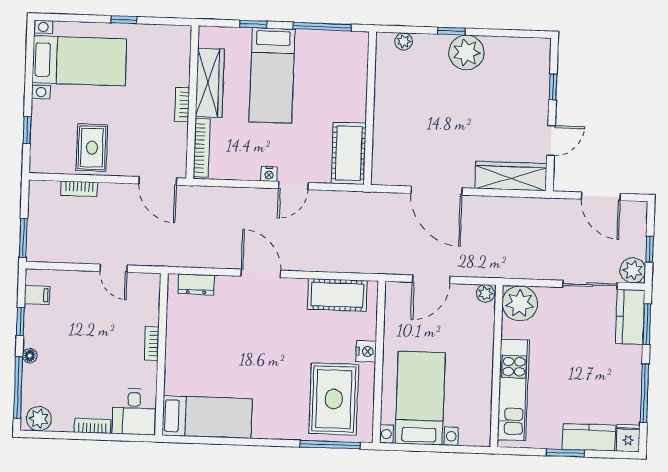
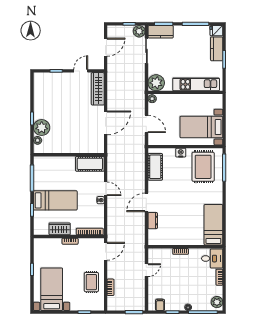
plant: (466, 52) -> (42, 128), moved
wardrobe: (210, 83) -> (60, 229), width x0.67
door: (551, 140) -> (81, 71), hinge flipped
rug: (92, 148) -> (91, 282), turned 90
dresser: (196, 284) -> (153, 221), moved
rug: (334, 399) -> (203, 167), turned 90

